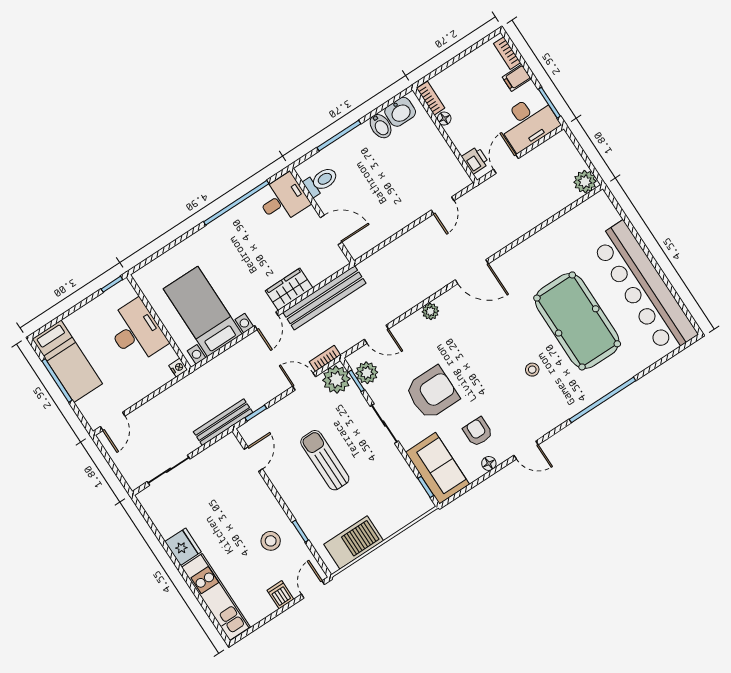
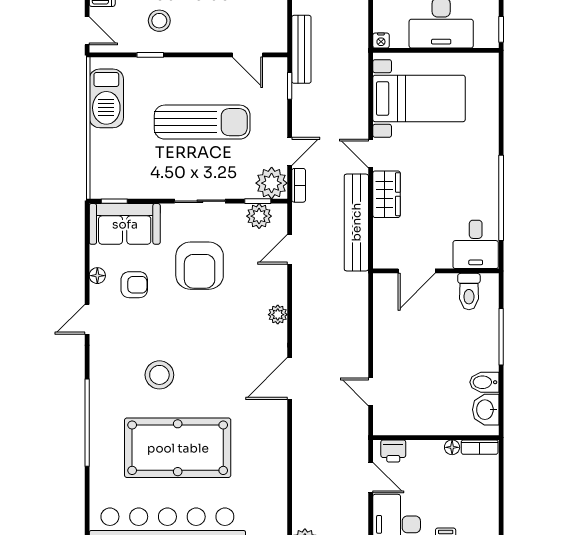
stool: (532, 370) -> (159, 375), width x1.89, depth x1.89
sun lounger: (325, 460) -> (202, 122), width x1.36, depth x1.34

